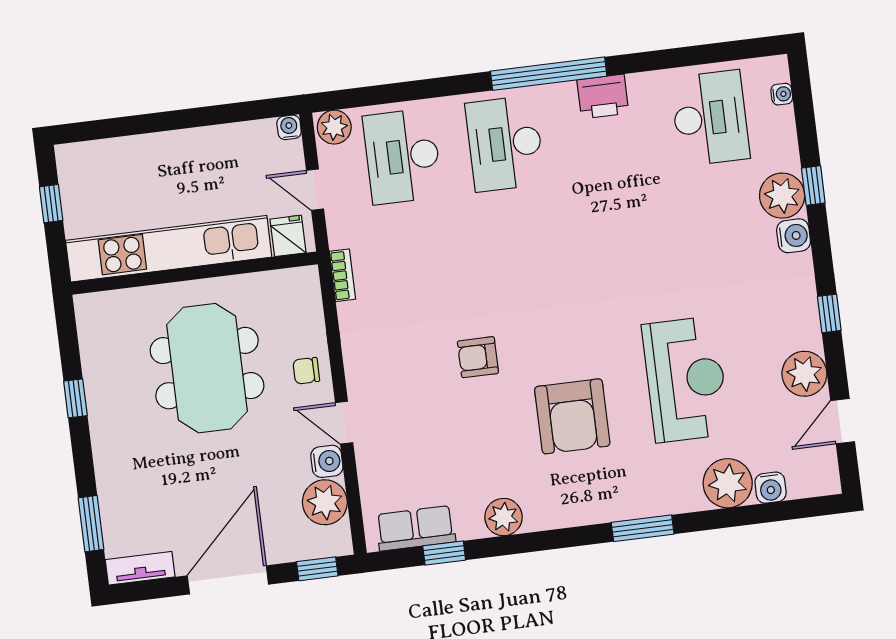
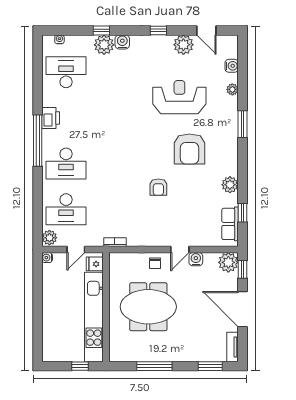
window: (51, 204) -> (80, 366), moved
window: (75, 398) -> (154, 366), width x2.17
armchair: (572, 416) -> (189, 149), turned 90
plant: (728, 483) -> (232, 89), width x0.53, depth x0.53
plant: (325, 502) -> (228, 262), moved

